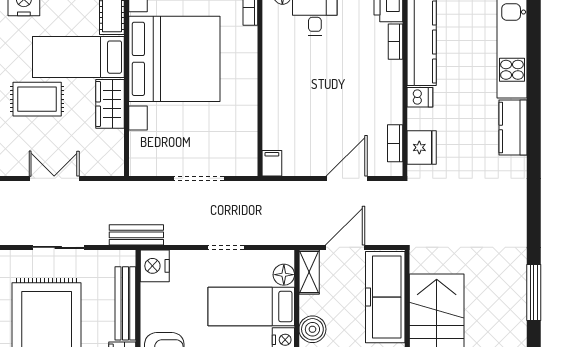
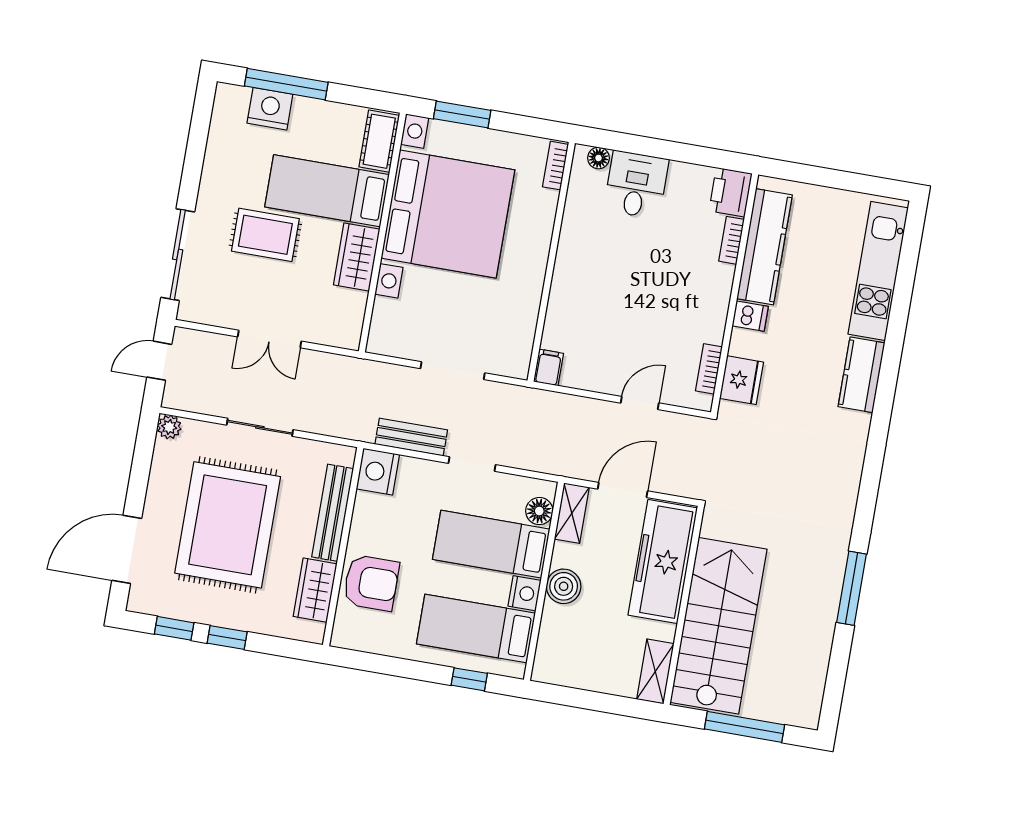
double door: (54, 178) -> (269, 339), swing flipped
door: (347, 178) -> (640, 403), width x0.73
bench: (136, 235) -> (411, 437), moved

